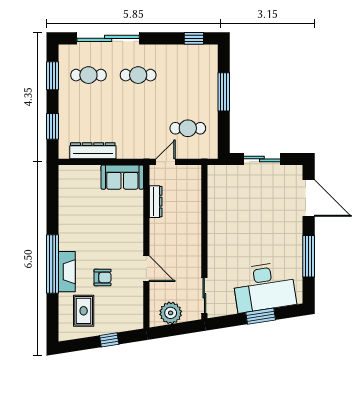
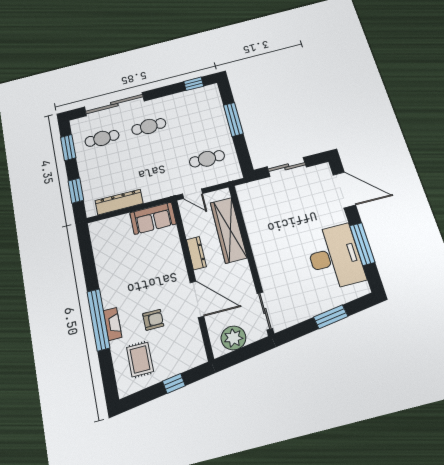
door: (166, 162) -> (193, 194), swing flipped
dresser: (156, 202) -> (196, 253), moved
wardrobe: (191, 209) -> (229, 230), added
door: (146, 269) -> (197, 299), width x1.36
fireplace: (67, 272) -> (113, 324), width x0.73, depth x0.76
desk: (264, 287) -> (335, 257), moved, turned -81

